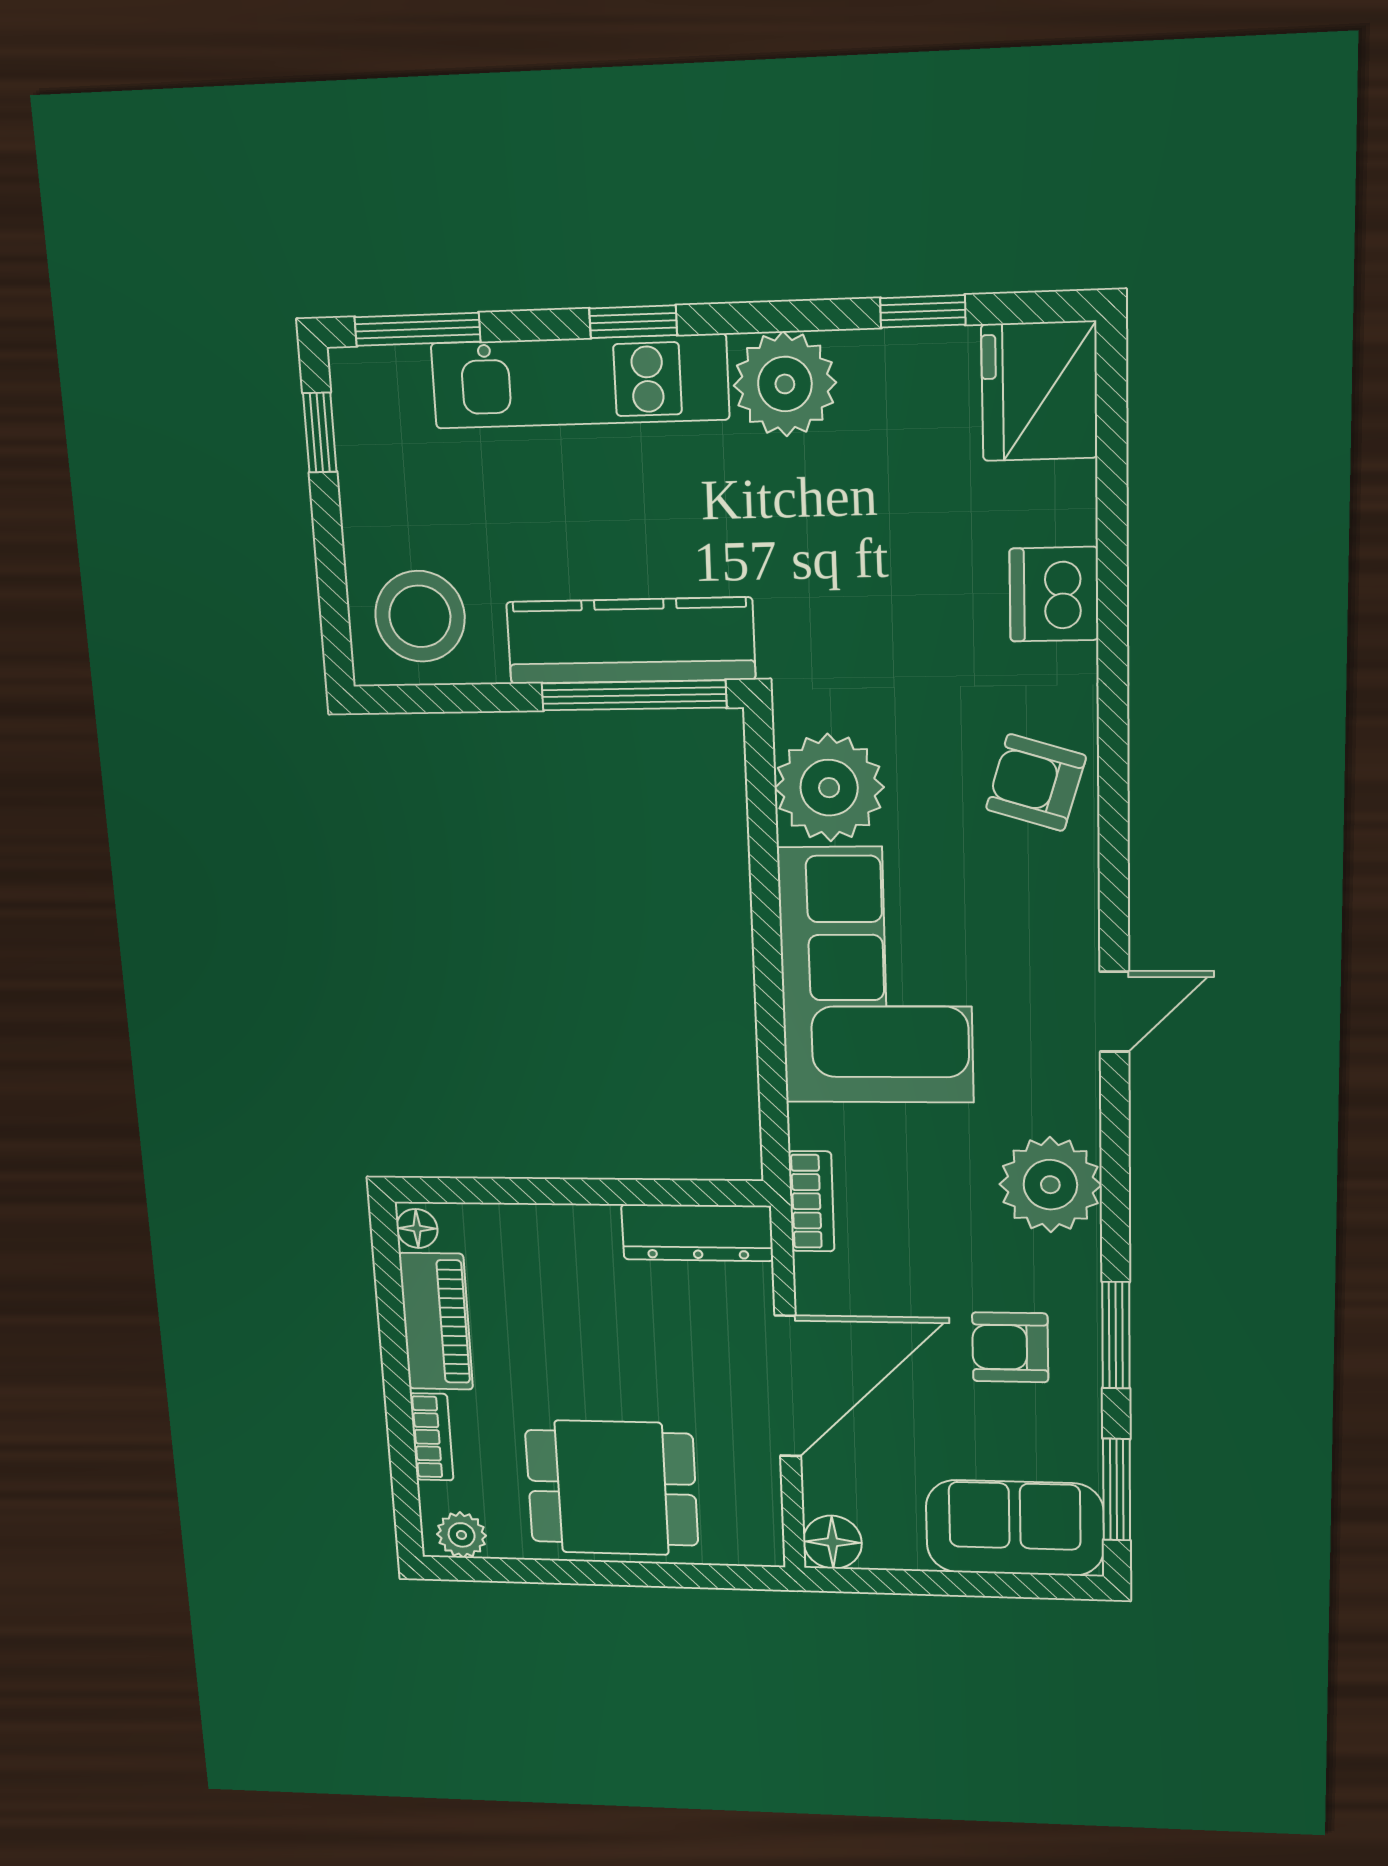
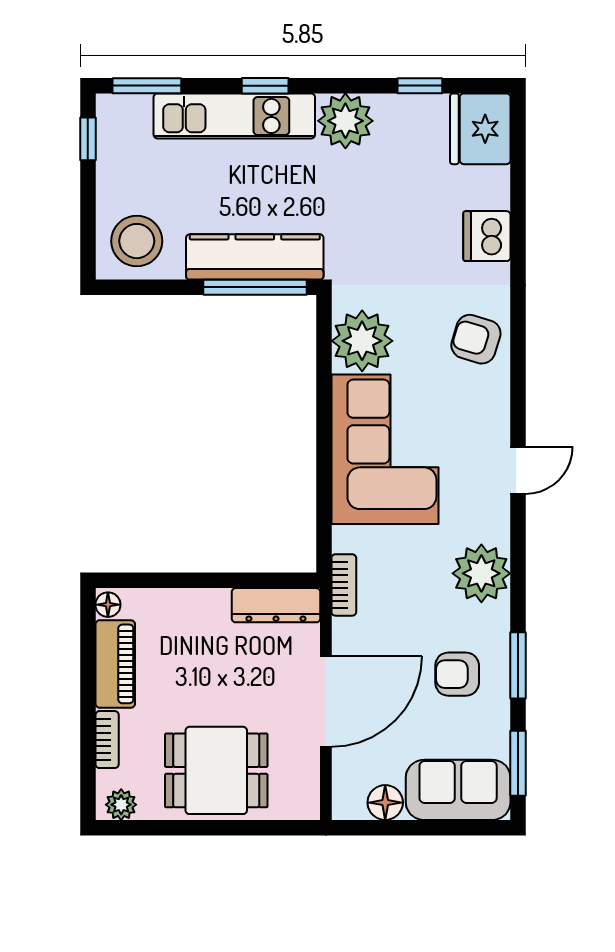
floor lamp: (832, 1542) -> (385, 803), moved

